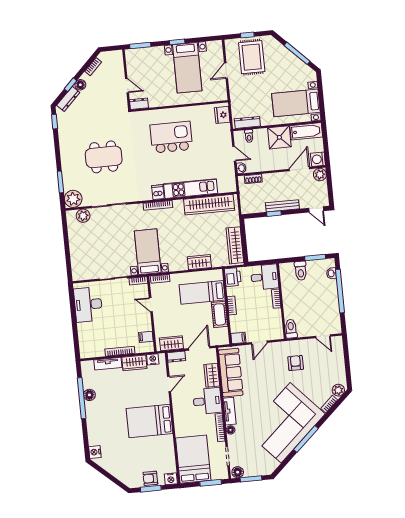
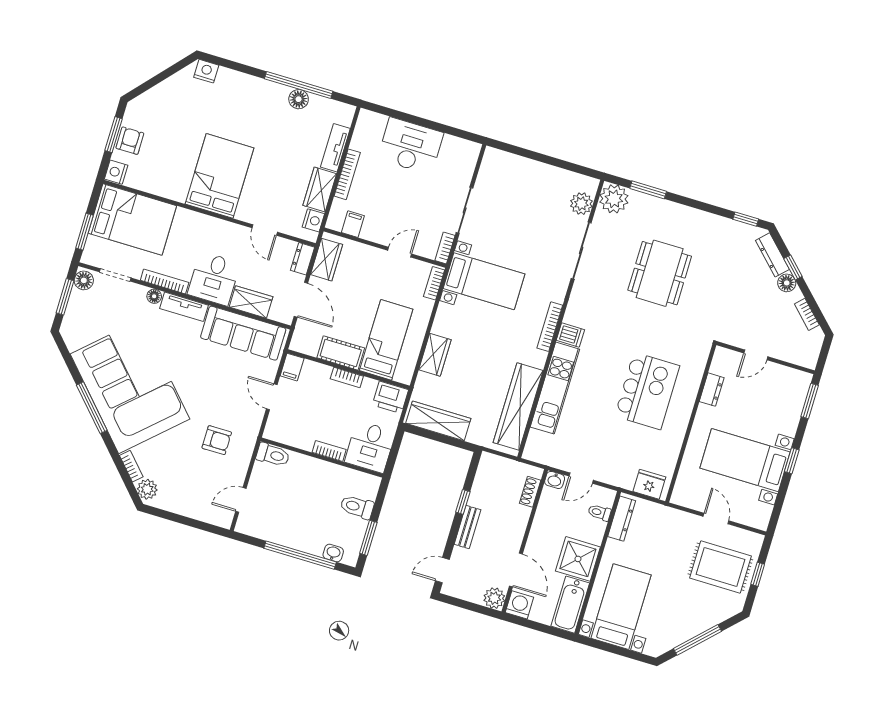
dresser: (139, 104) -> (712, 390), moved
bench: (282, 206) -> (468, 527), width x0.73
desk: (88, 304) -> (411, 146), moved

